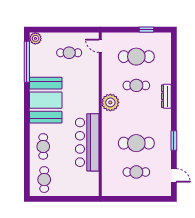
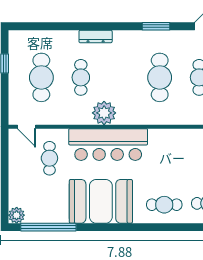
door: (100, 46) -> (27, 127), hinge flipped
cafe table: (69, 53) -> (49, 158), moved
bar counter: (87, 142) -> (108, 145), moved

